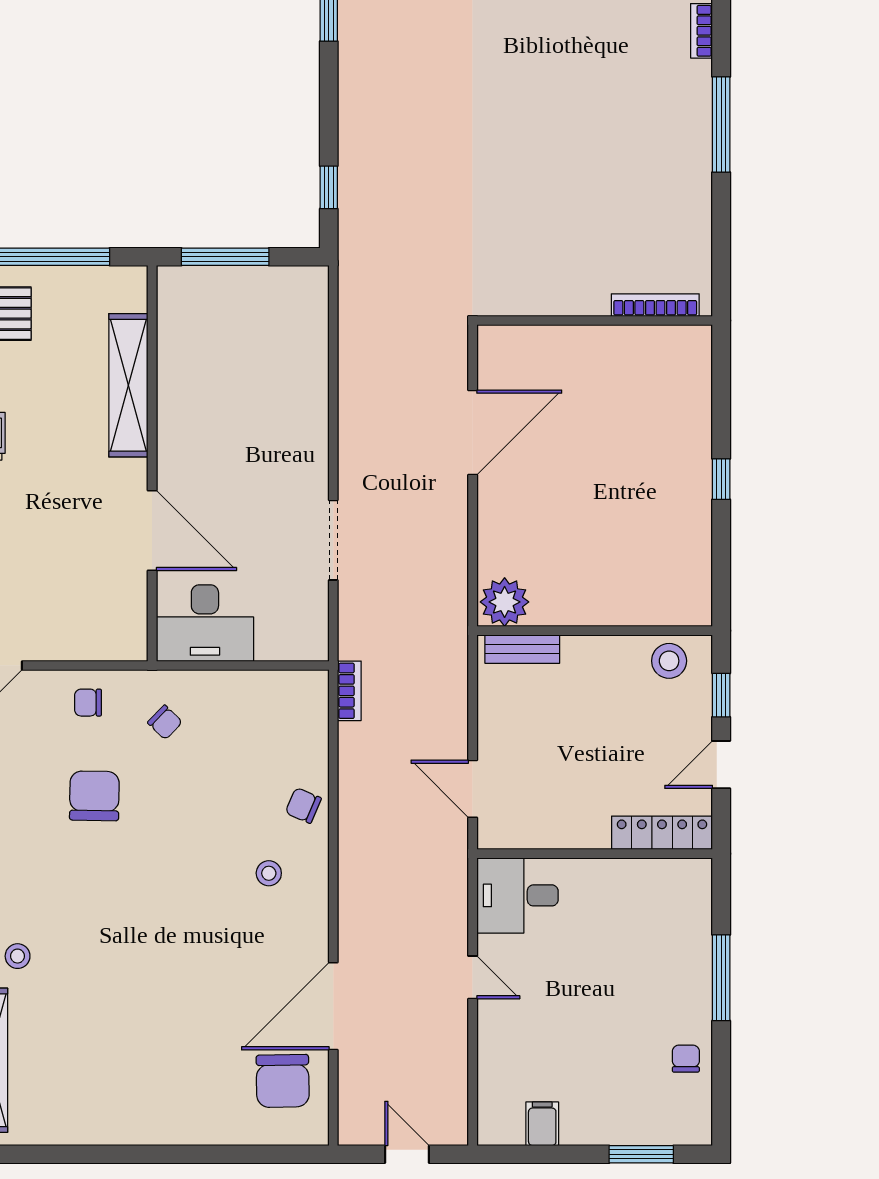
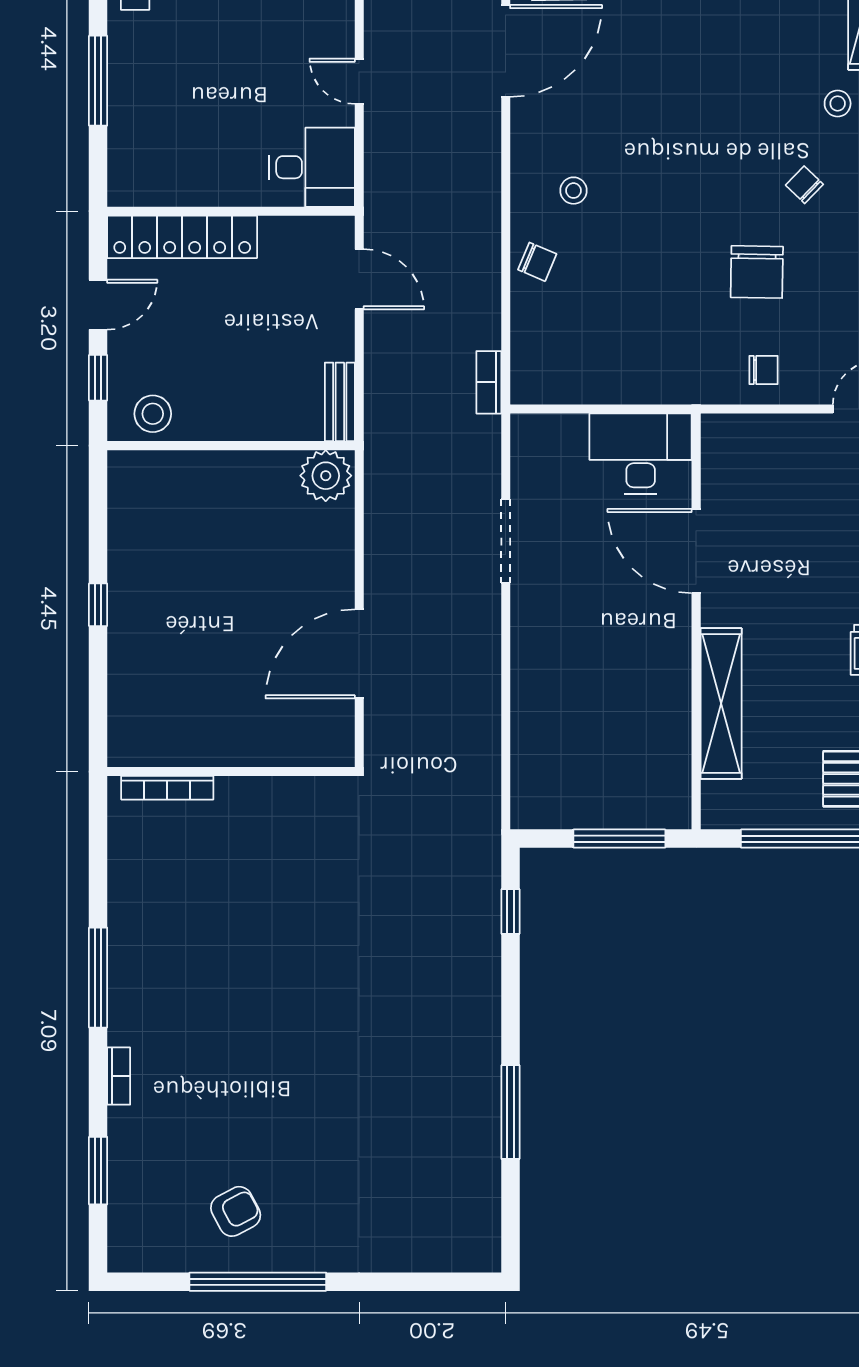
bench: (522, 649) -> (340, 402), moved, turned 90
chair: (165, 722) -> (804, 185), moved
locker: (662, 833) -> (182, 237), width x1.41, depth x1.21

